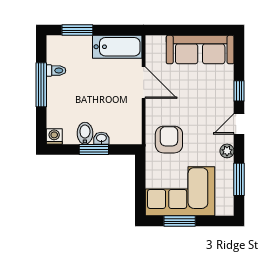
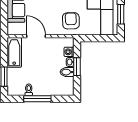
door: (144, 83) -> (36, 36), hinge flipped
washing machine: (54, 136) -> (69, 52), moved
armchair: (169, 140) -> (71, 21), turned 88

